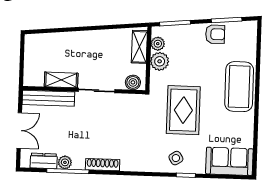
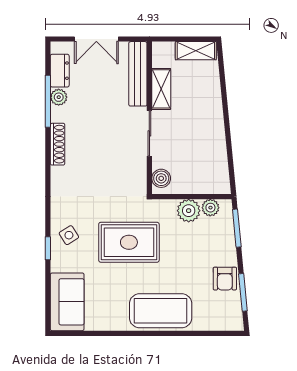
shelving: (139, 47) -> (196, 51), moved

